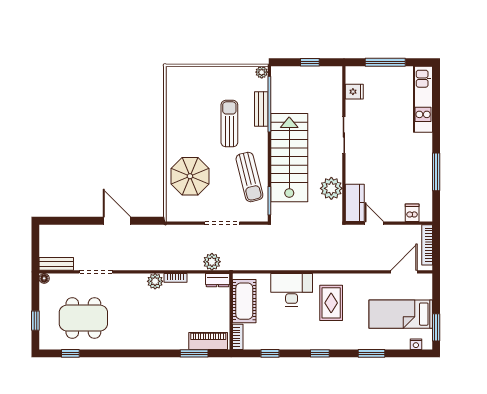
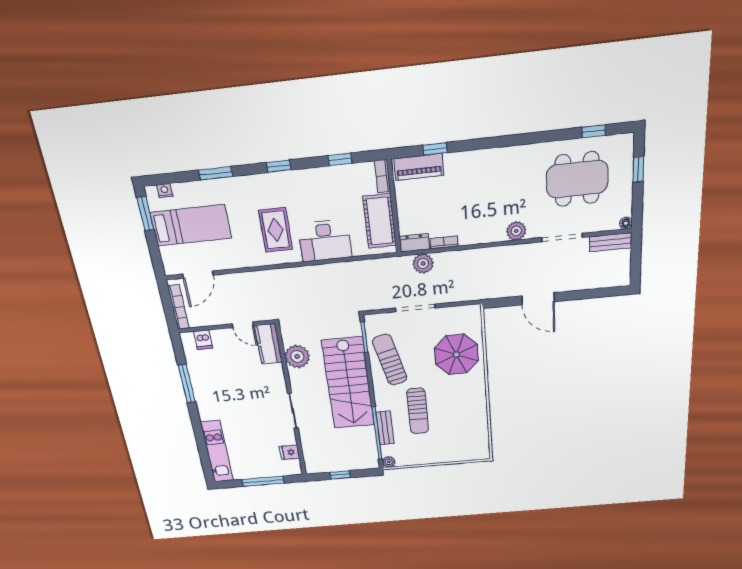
bookcase: (176, 278) -> (444, 242), moved
plant: (155, 281) -> (516, 231), moved
window: (194, 353) -> (435, 149), width x0.67

